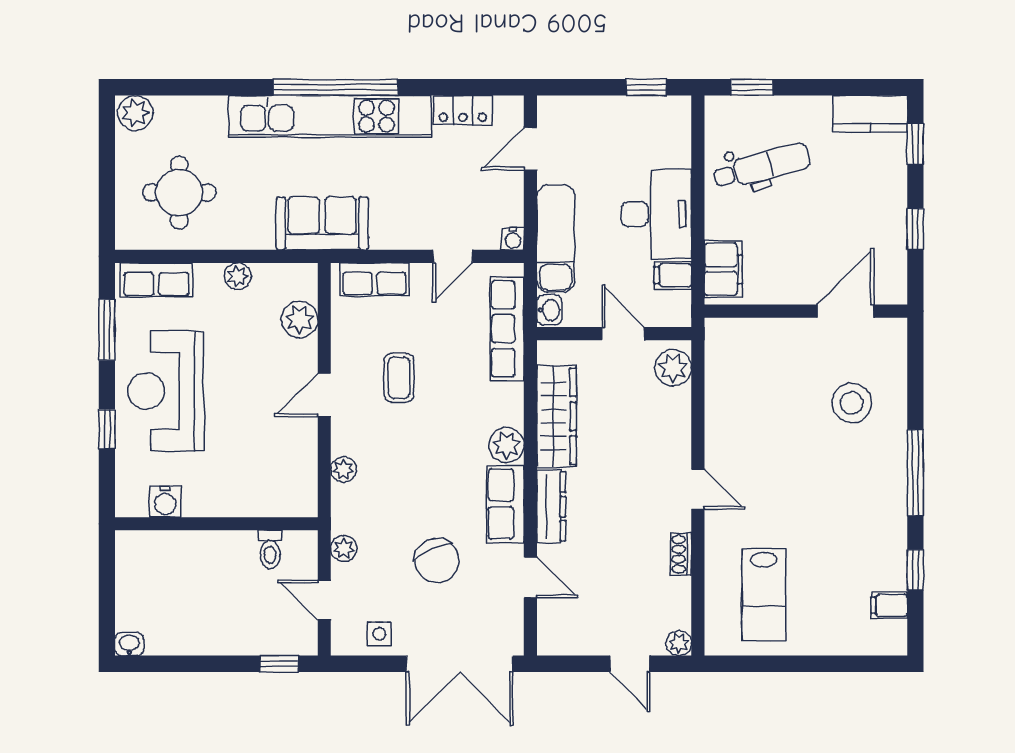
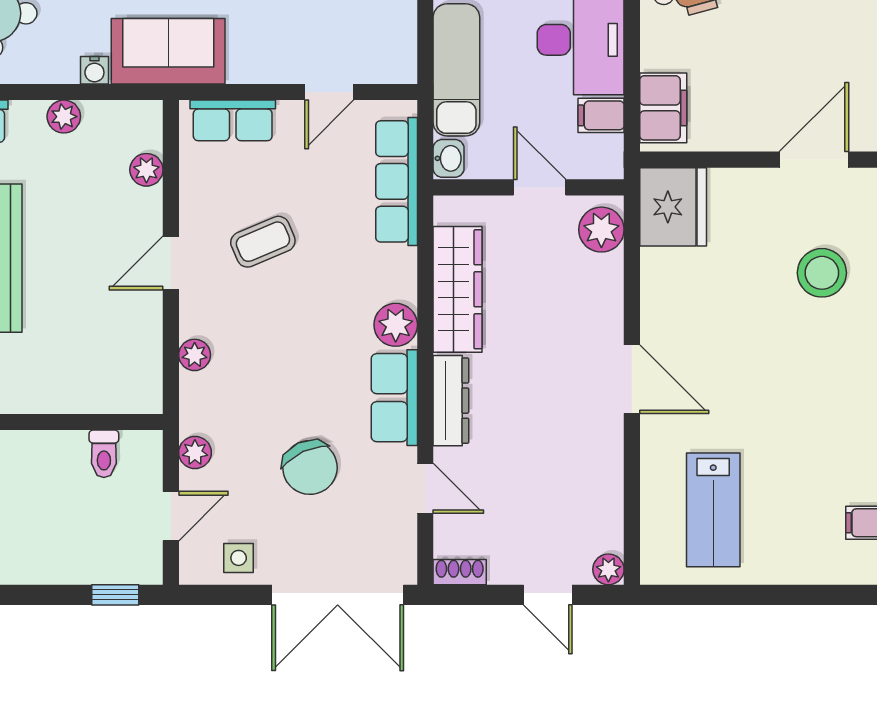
water cooler: (513, 239) -> (94, 70), moved
plant: (300, 319) -> (146, 170), width x0.73, depth x0.73
fridge: (731, 349) -> (673, 207), added
coffee table: (399, 378) -> (263, 242), turned 67
door: (698, 489) -> (632, 379), width x1.38
shoe rack: (681, 554) -> (460, 572), moved, turned 90
door: (324, 600) -> (171, 516), swing flipped

